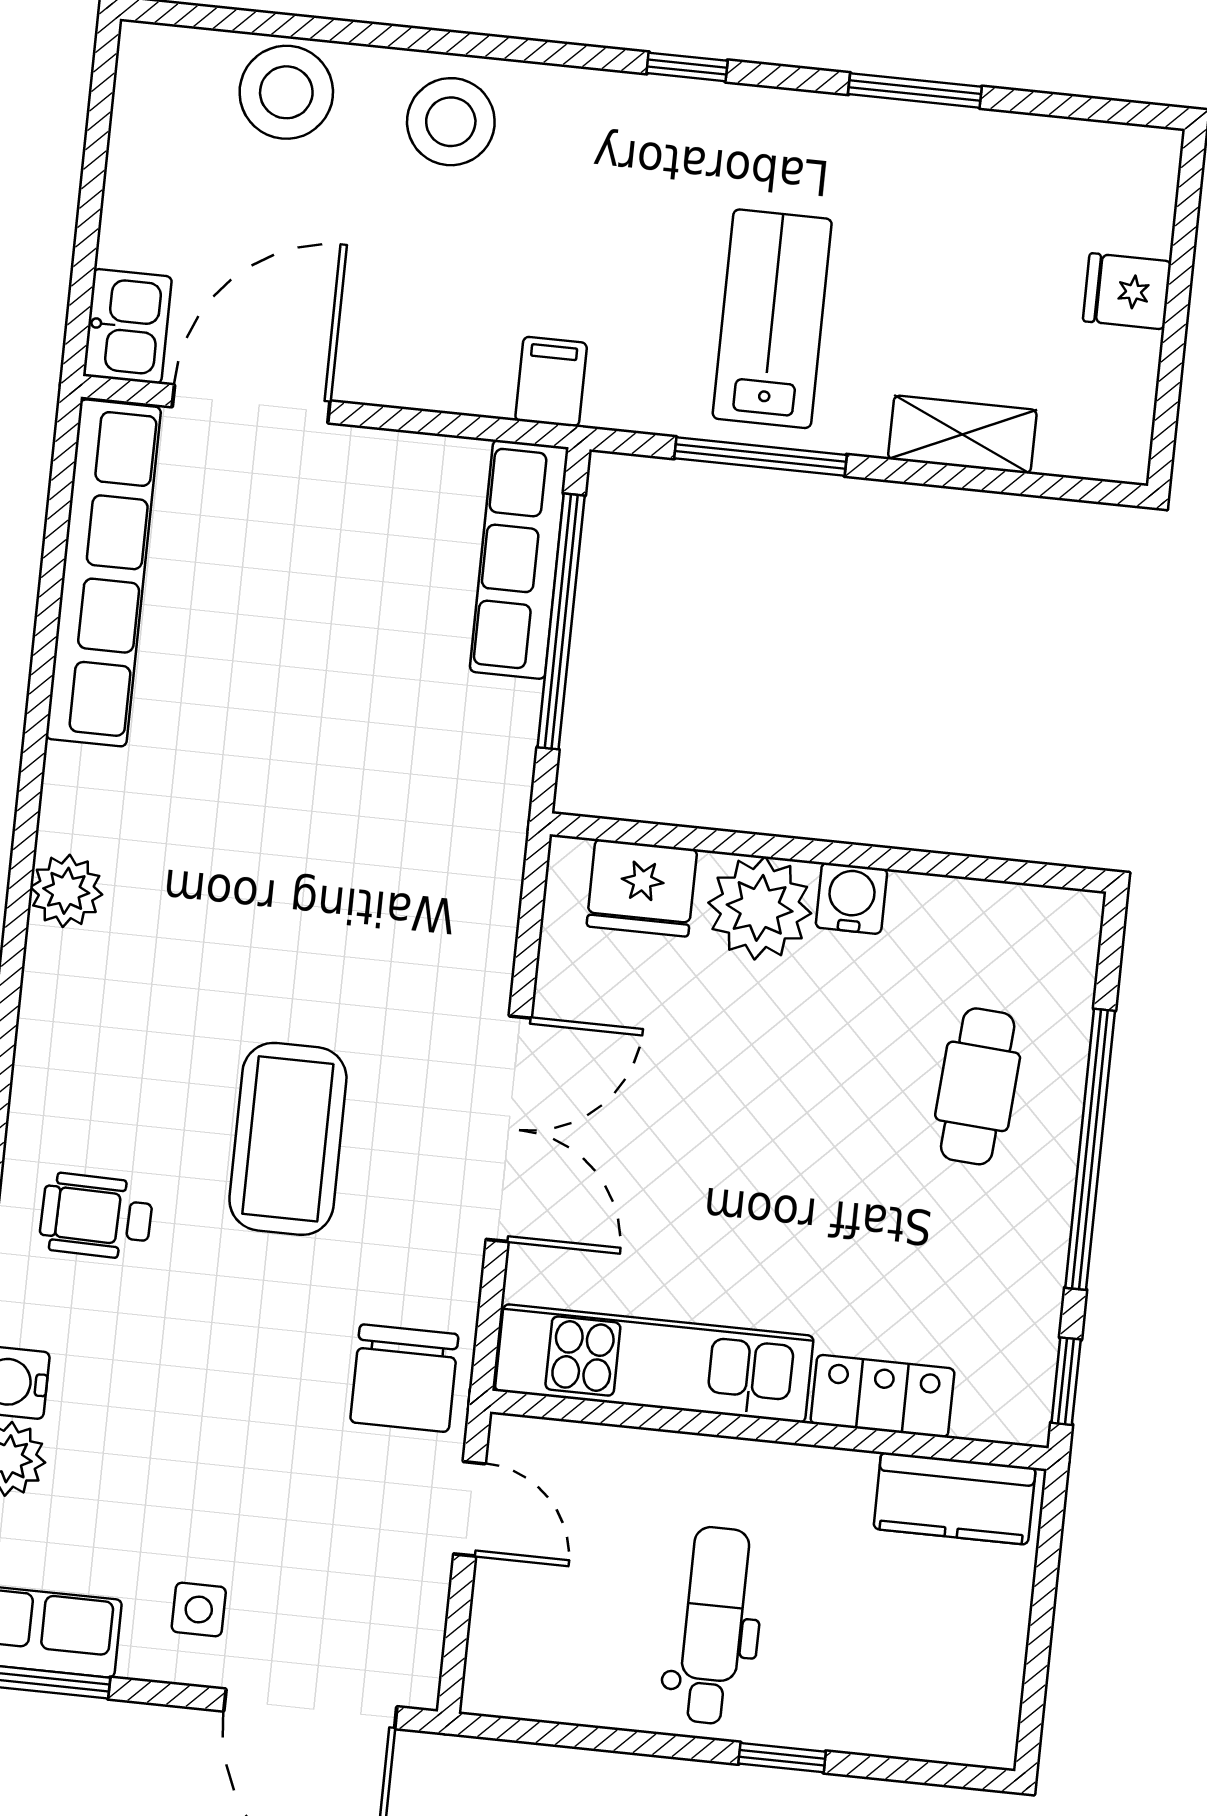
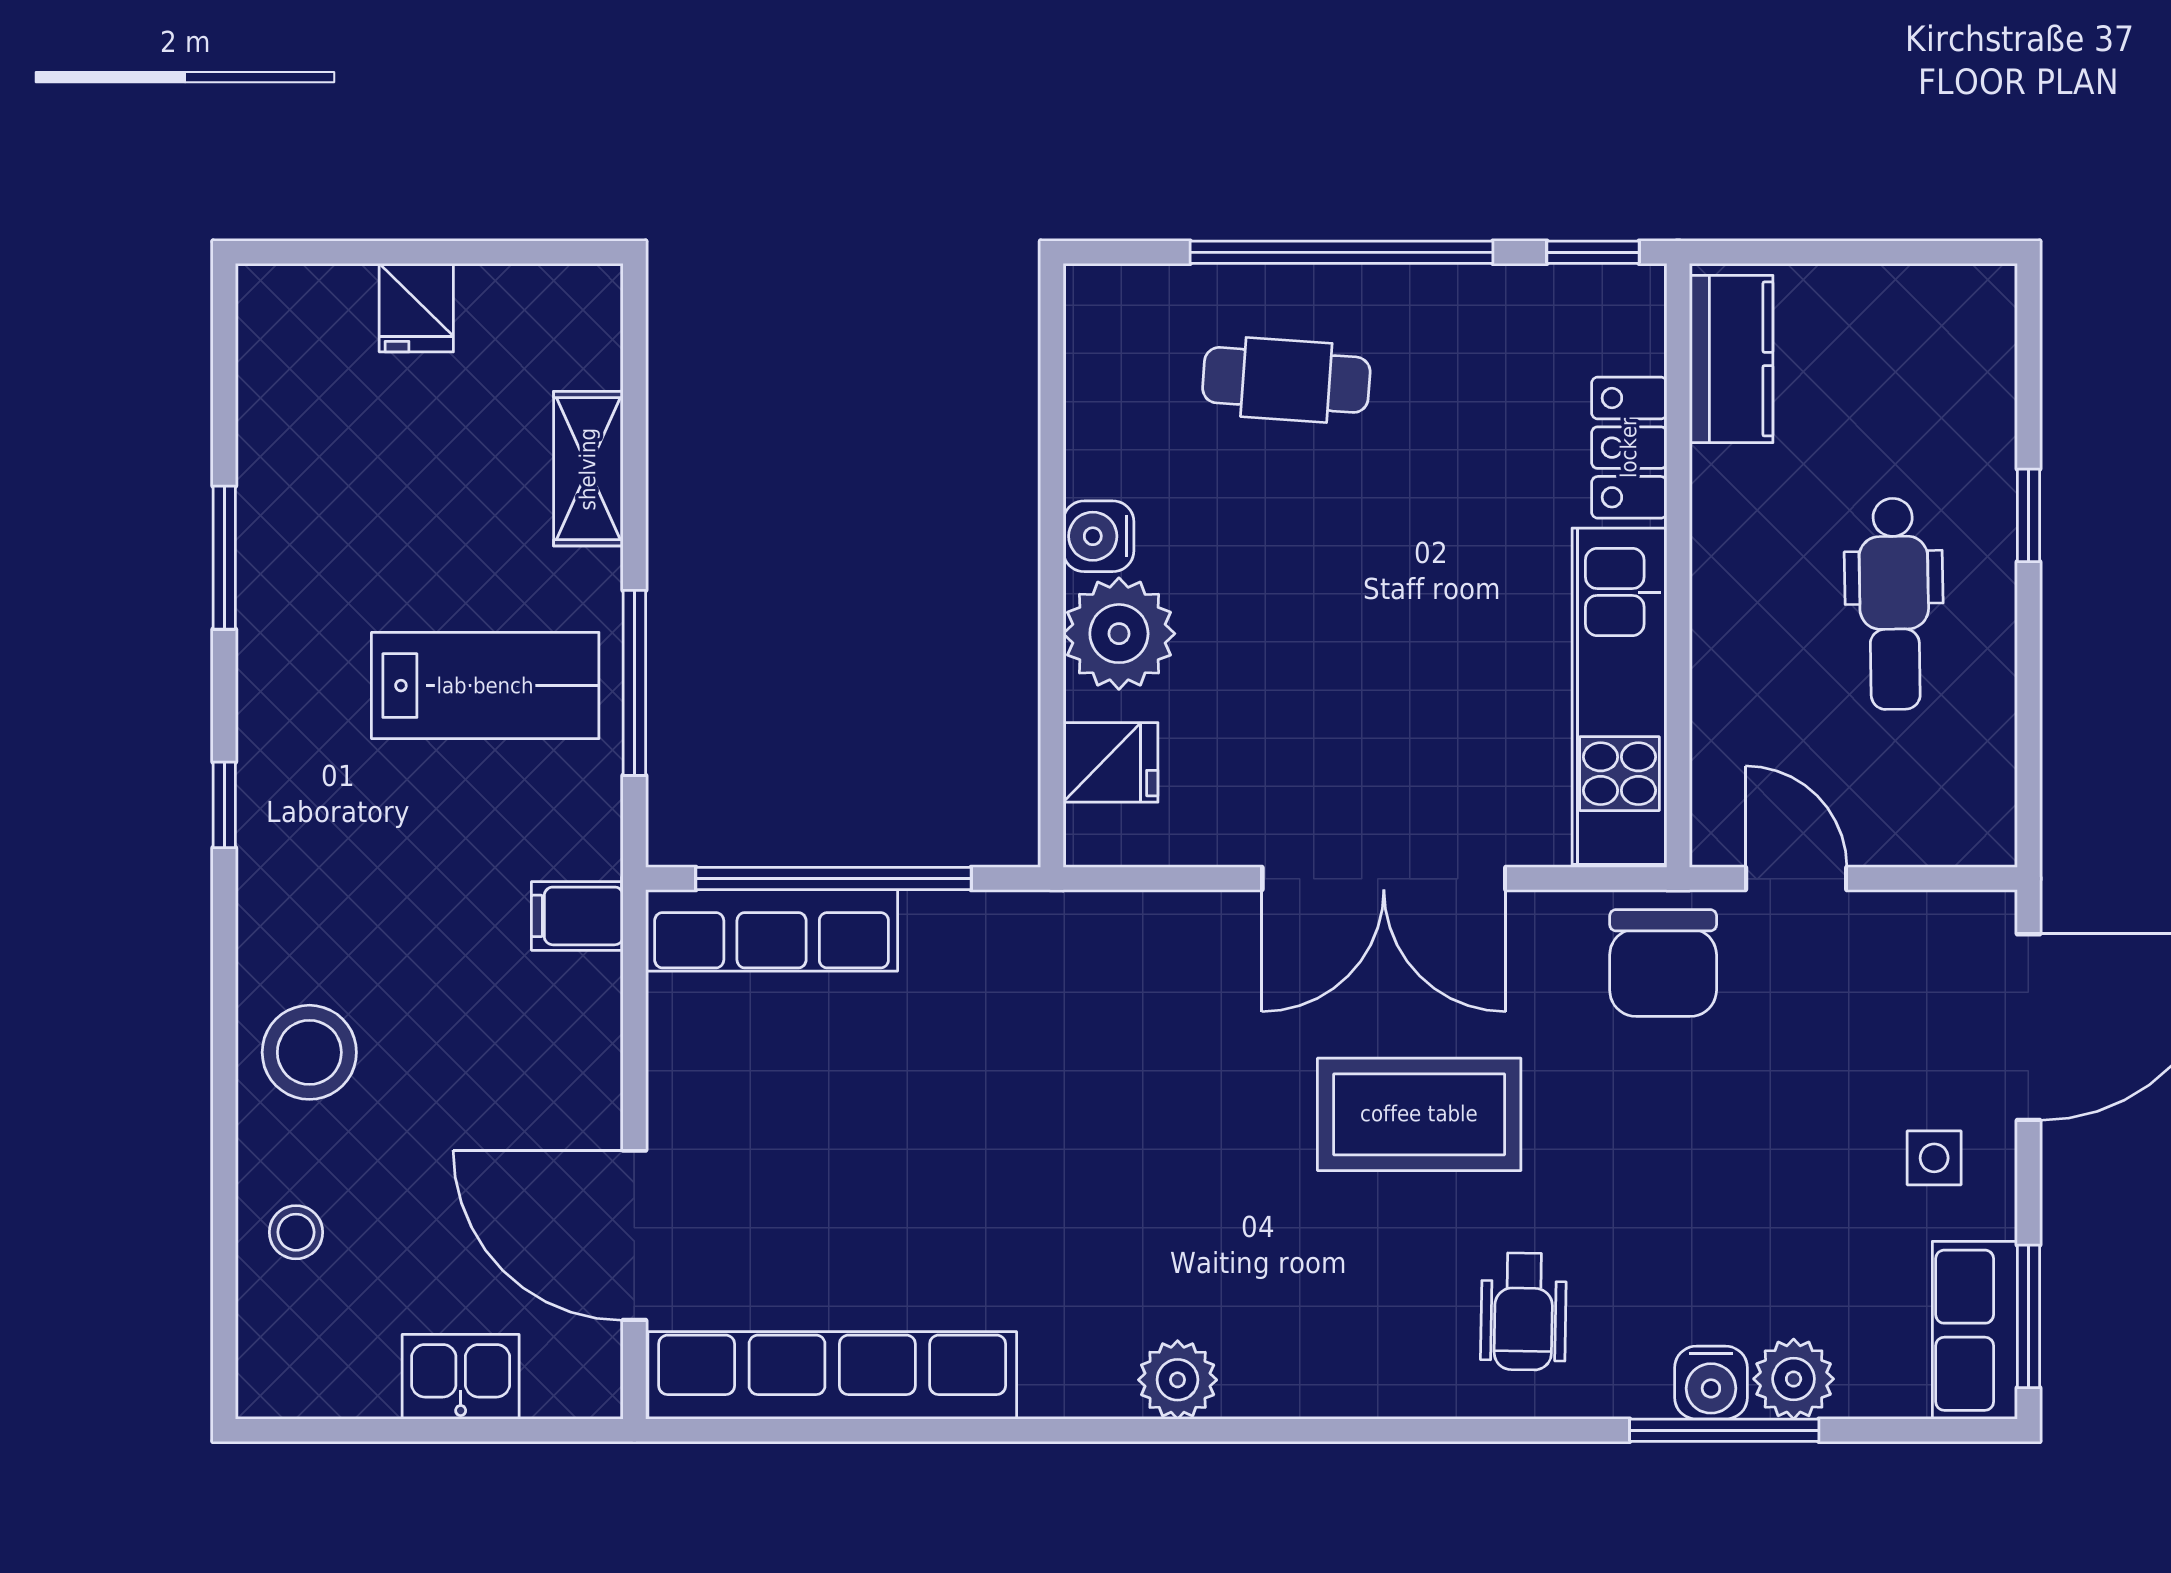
stool: (286, 92) -> (296, 1232), width x0.53, depth x0.53
lab bench: (772, 319) -> (485, 686), turned 180
kitchen sink: (127, 326) -> (461, 1377), moved
fridge: (642, 888) -> (1110, 762), width x0.72
double door: (509, 1129) -> (1384, 879), swing flipped
chair: (404, 1378) -> (1663, 963), turned 90
door: (469, 1509) -> (1796, 879), hinge flipped
dental chair: (713, 1625) -> (1894, 604), turned -91

